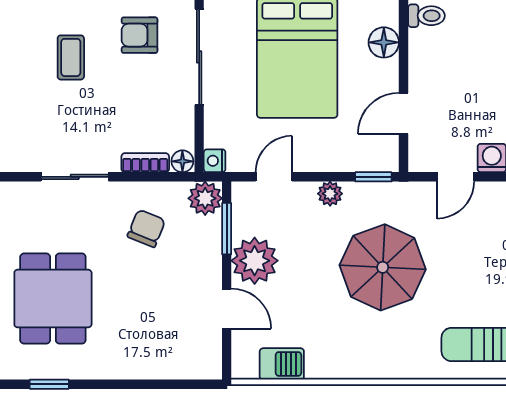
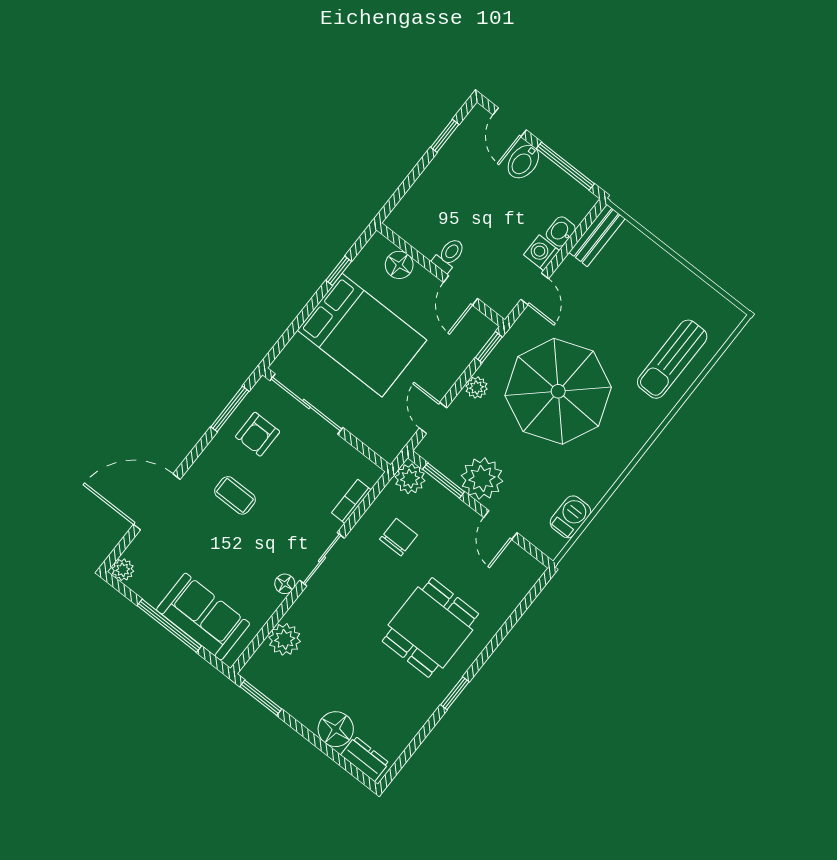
toilet: (426, 16) -> (449, 255), moved
floor lamp: (182, 161) -> (285, 584), moved
nightstand: (215, 161) -> (389, 451), removed
chair: (146, 228) -> (399, 537), turned 68
parasol: (383, 267) -> (558, 391), width x1.36, depth x1.36
dining table: (53, 299) -> (430, 627), moved, turned 90
door: (227, 309) -> (500, 525), swing flipped

